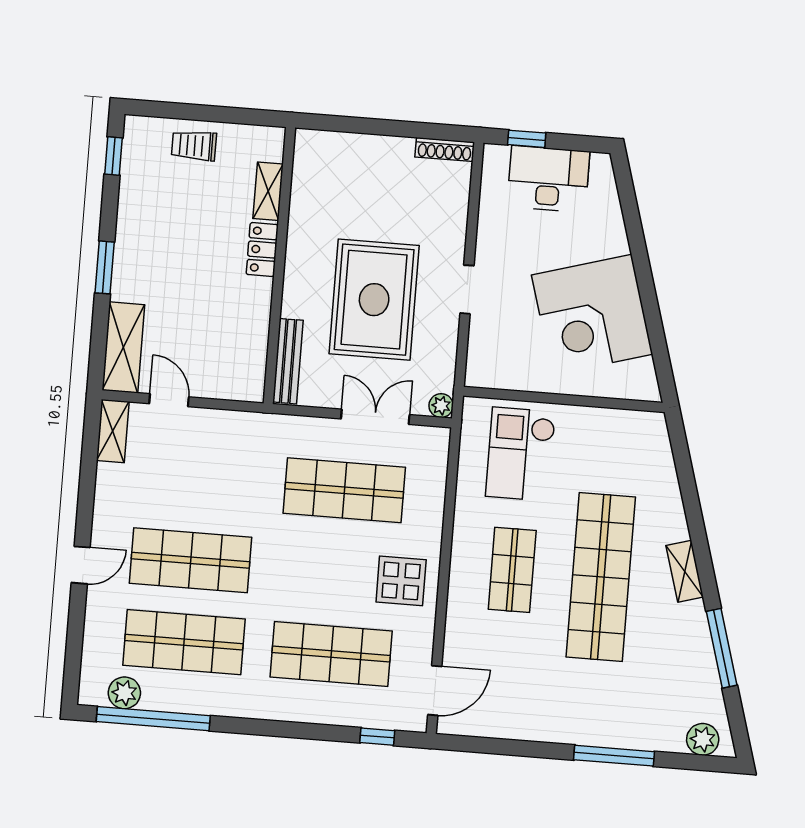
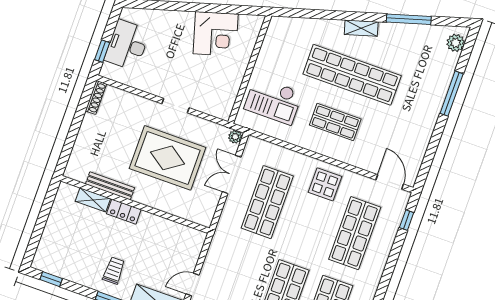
trolley: (194, 146) -> (114, 271), moved, turned 180
corner desk: (592, 315) -> (216, 34), width x0.74, depth x0.74
bench: (288, 361) -> (110, 186), moved

